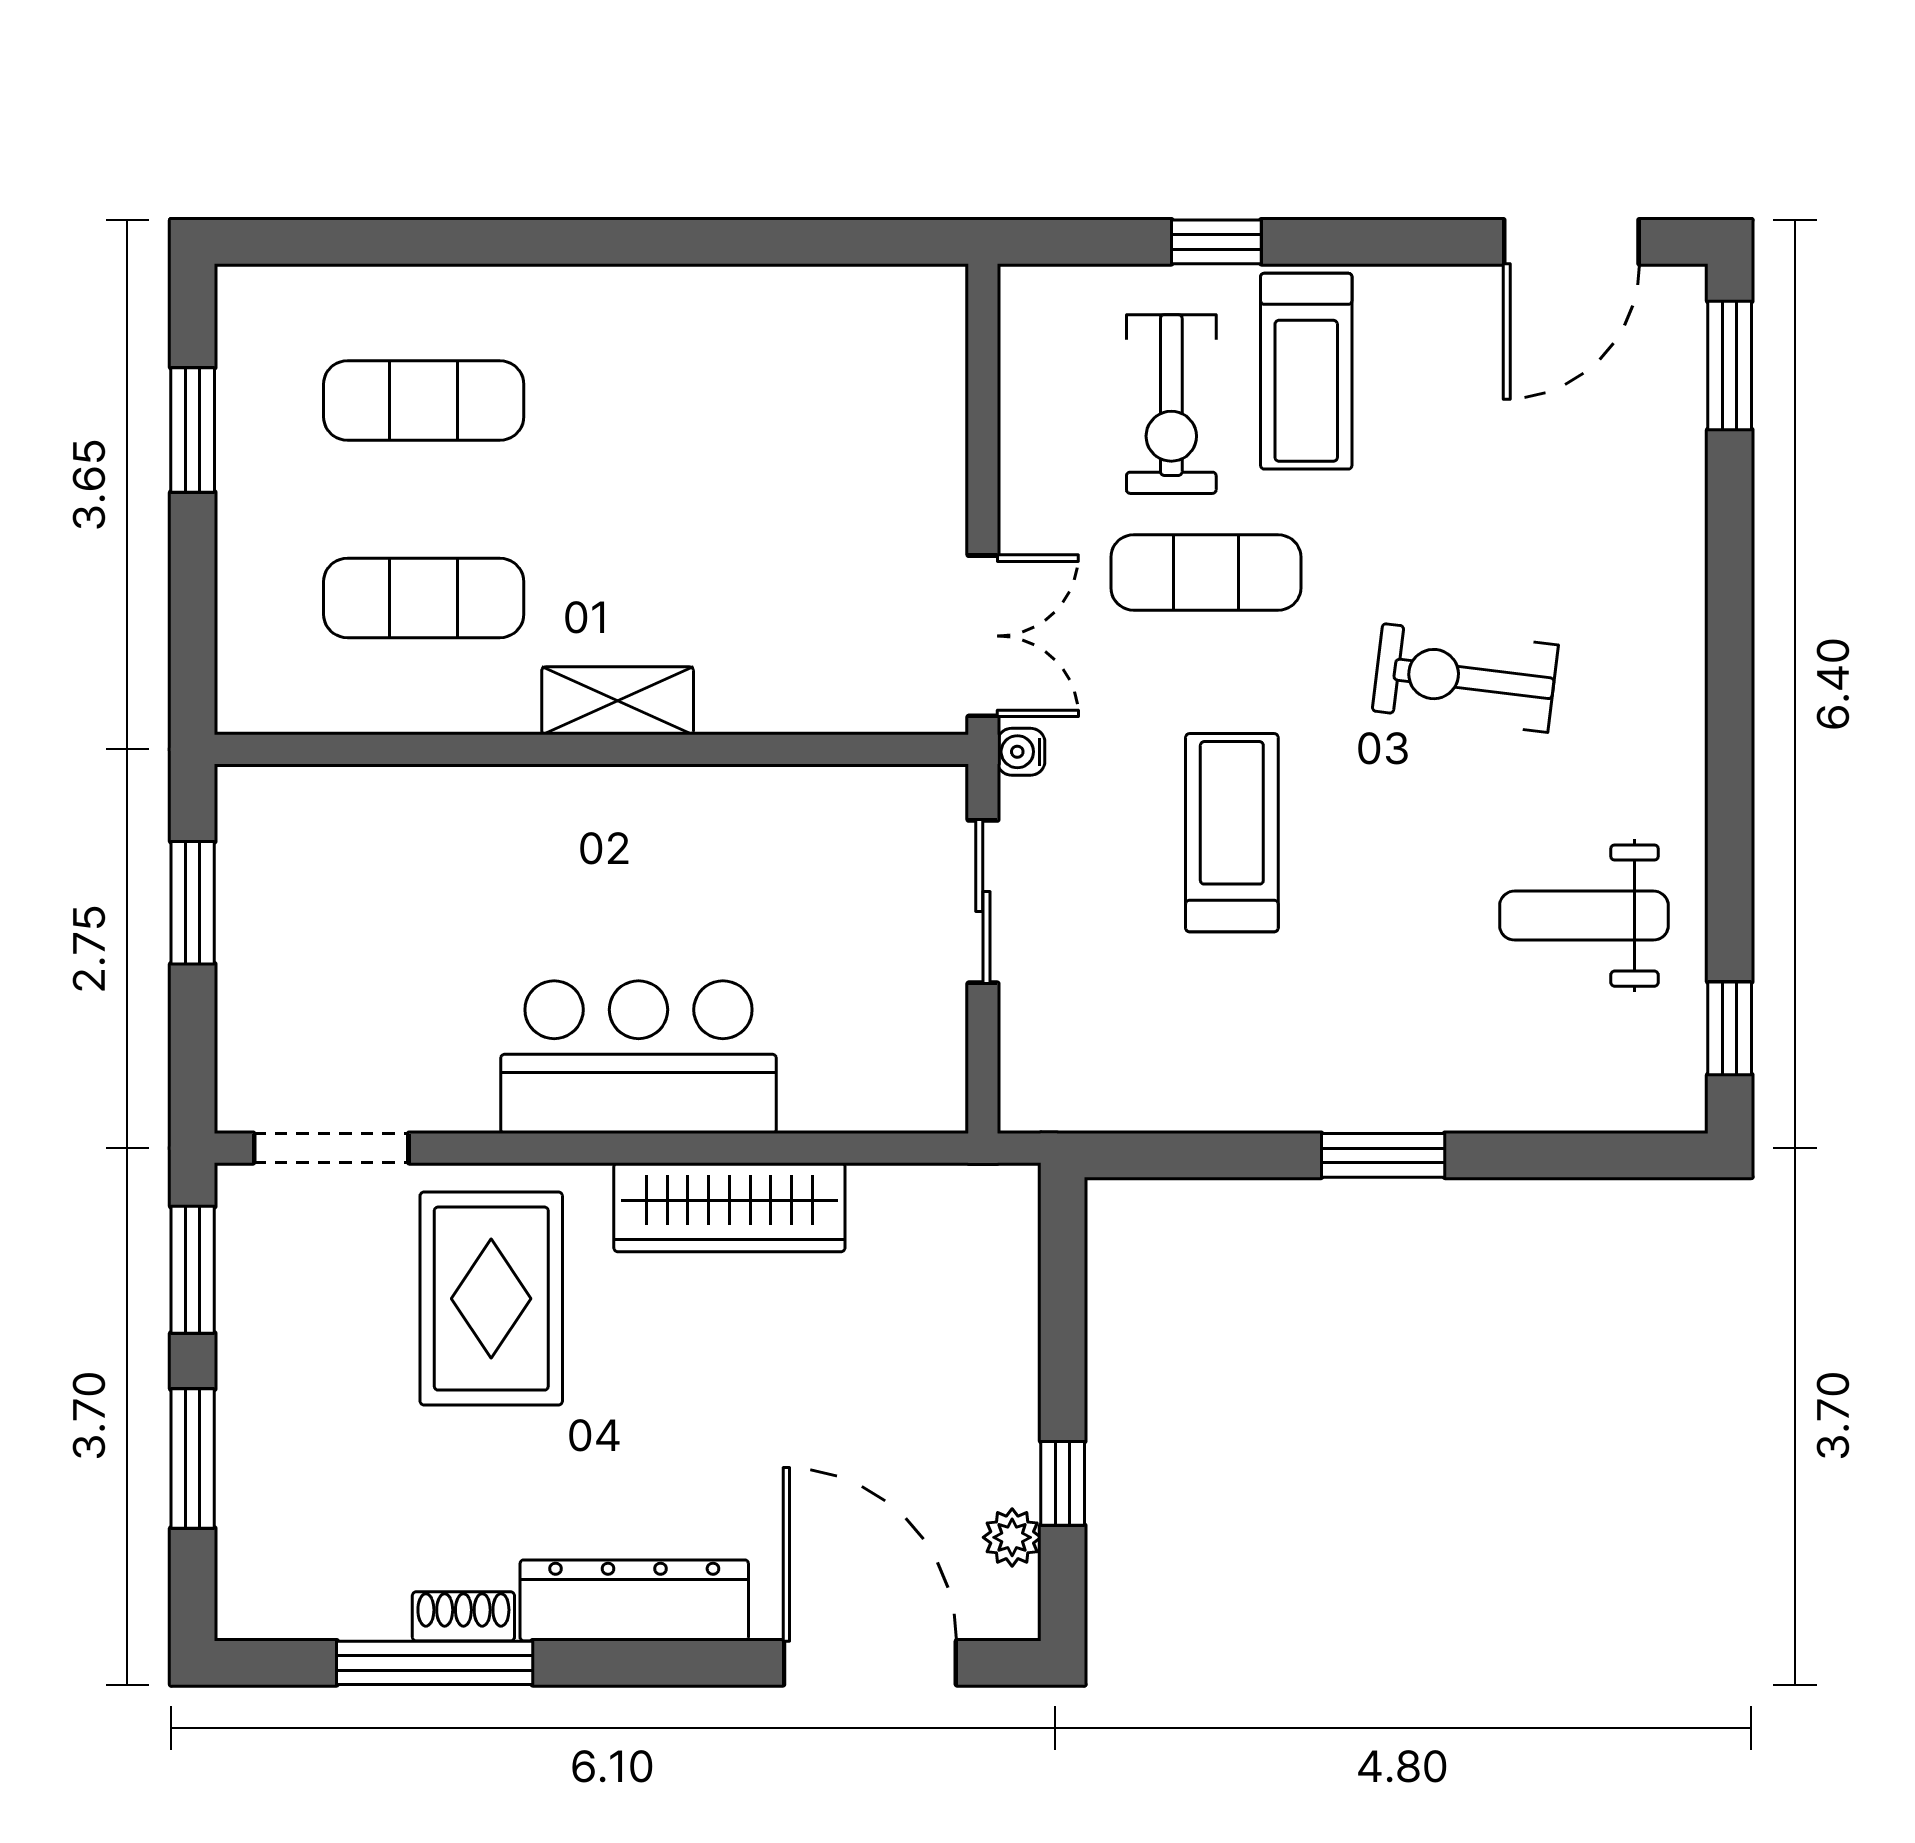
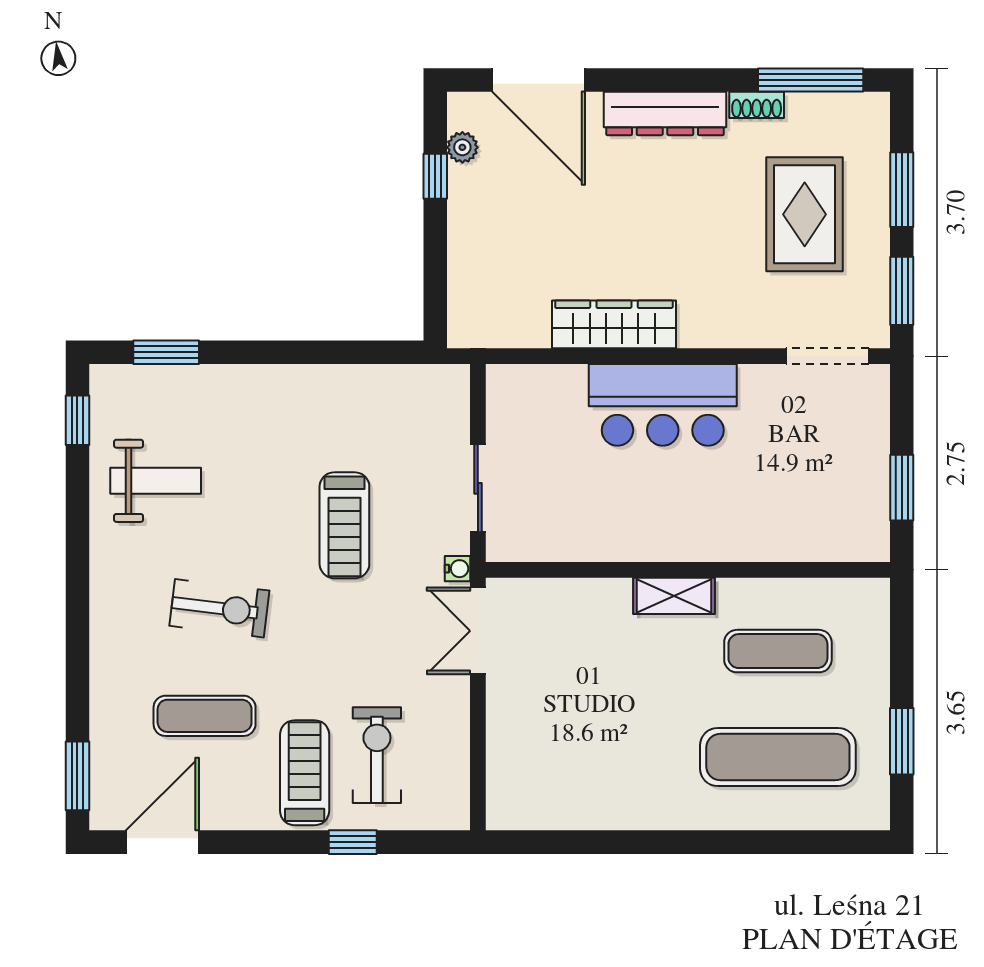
exercise mat: (424, 400) -> (778, 757), width x1.36, depth x1.45
exercise mat: (1206, 572) -> (205, 716), moved
window: (1383, 1155) -> (166, 352), moved
rug: (491, 1299) -> (805, 214), moved
window: (435, 1663) -> (811, 80), moved

